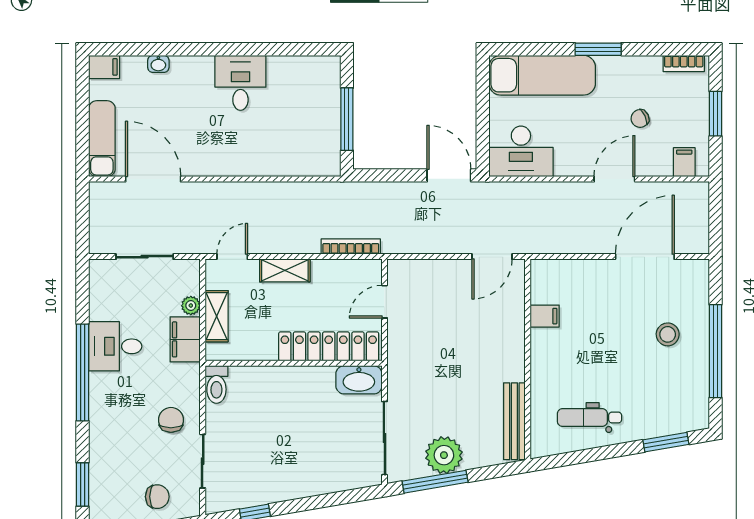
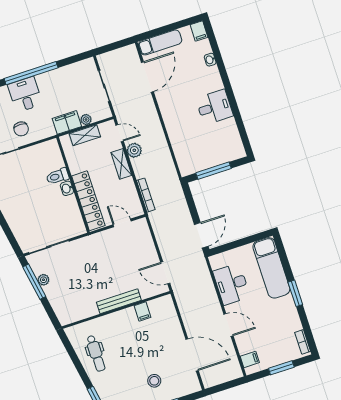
chair: (640, 118) -> (265, 328), removed
desk: (521, 151) -> (232, 284), moved
plant: (269, 241) -> (134, 150), added
desk: (115, 346) -> (25, 94), moved
washbasin: (359, 380) -> (67, 188), moved, width x0.52, depth x0.69
toilet: (216, 385) -> (58, 176), moved
dental chair: (589, 418) -> (96, 353), turned 180
chair: (171, 420) -> (21, 129), turned 91
bench: (514, 421) -> (119, 301), moved
plant: (444, 455) -> (43, 280), width x0.53, depth x0.53

